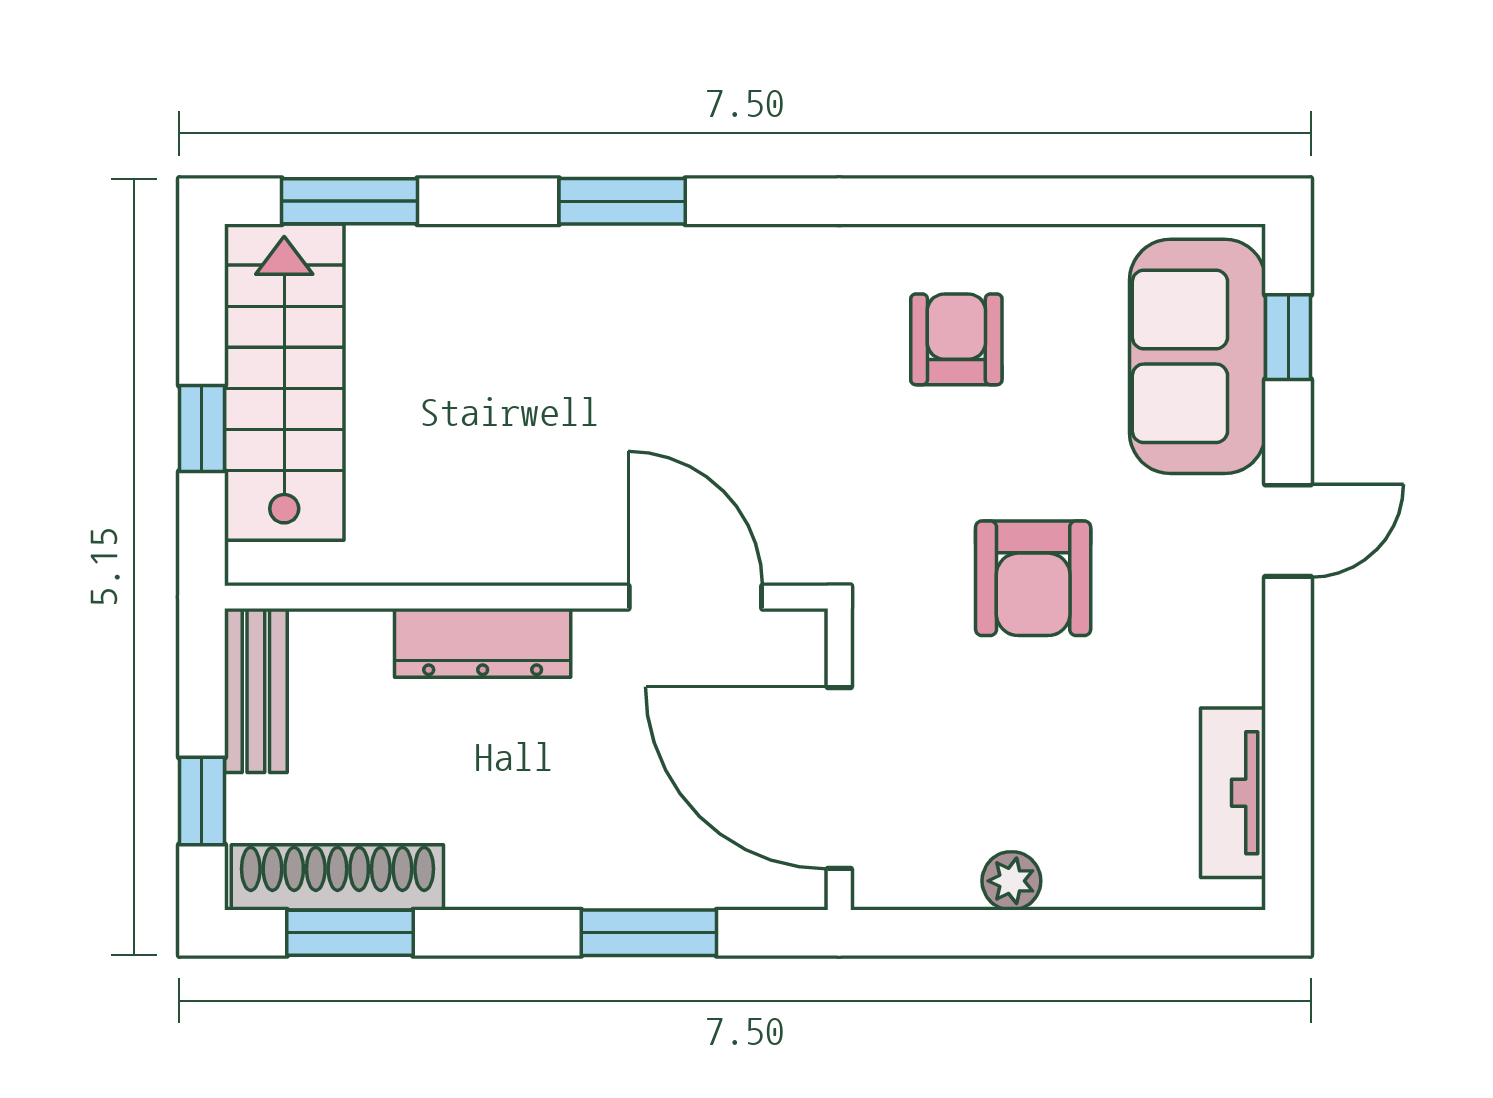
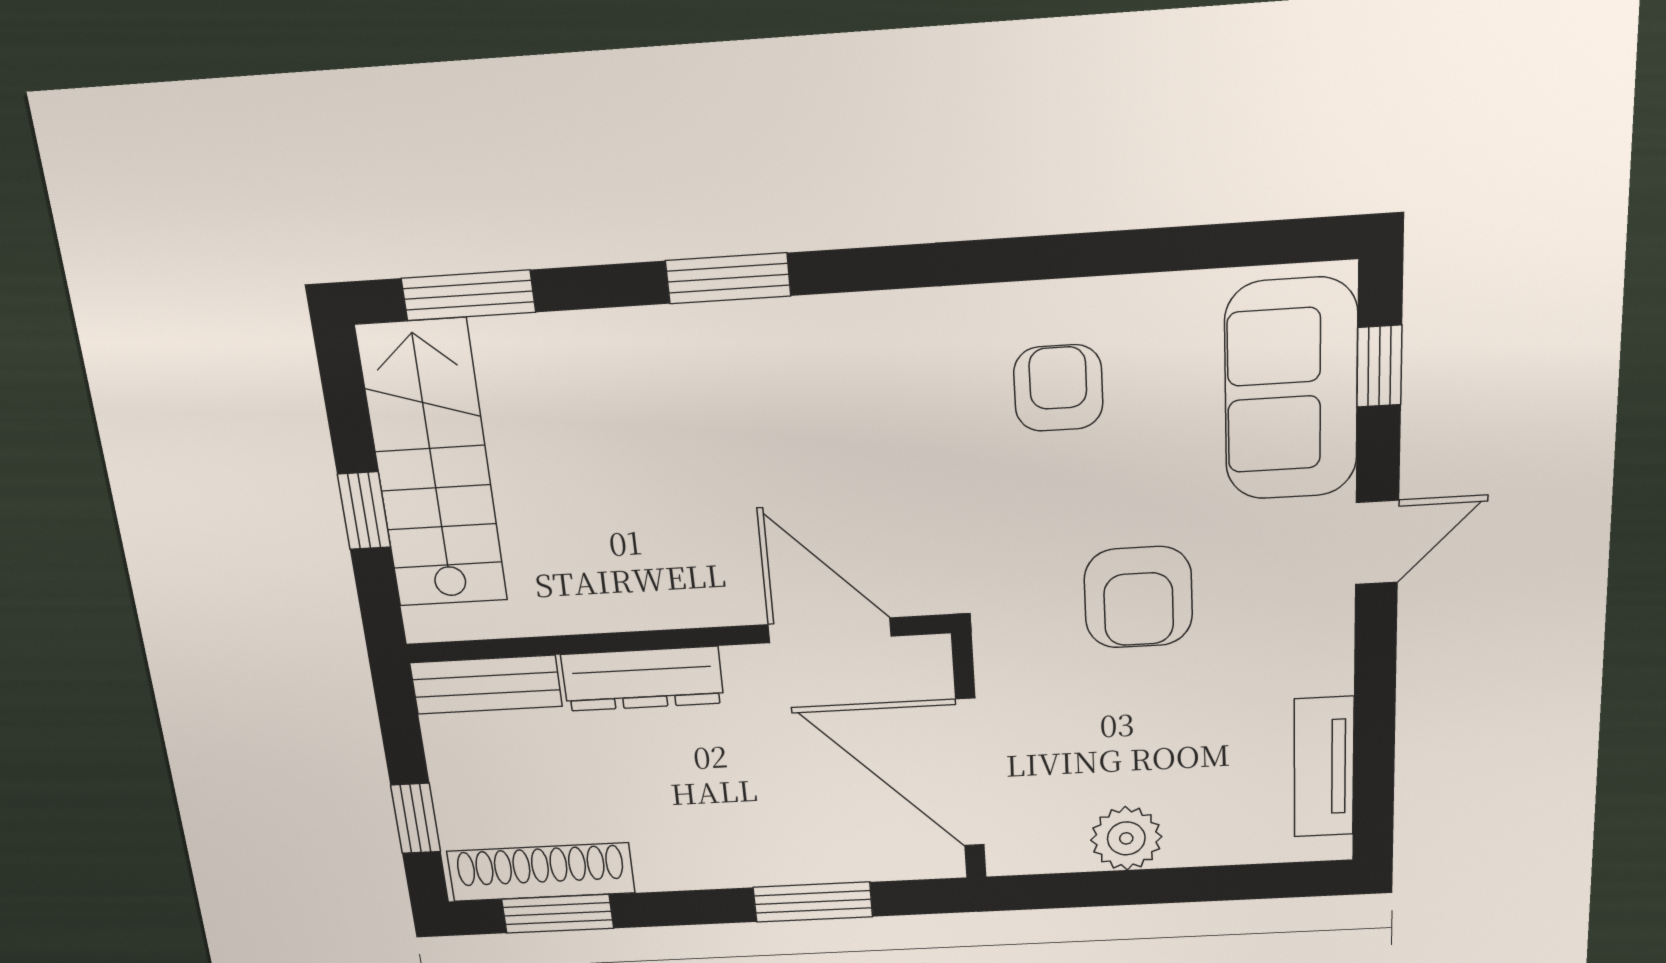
bench: (256, 691) -> (486, 685), moved, turned 90
plant: (1011, 881) -> (1126, 838), width x1.38, depth x1.38

